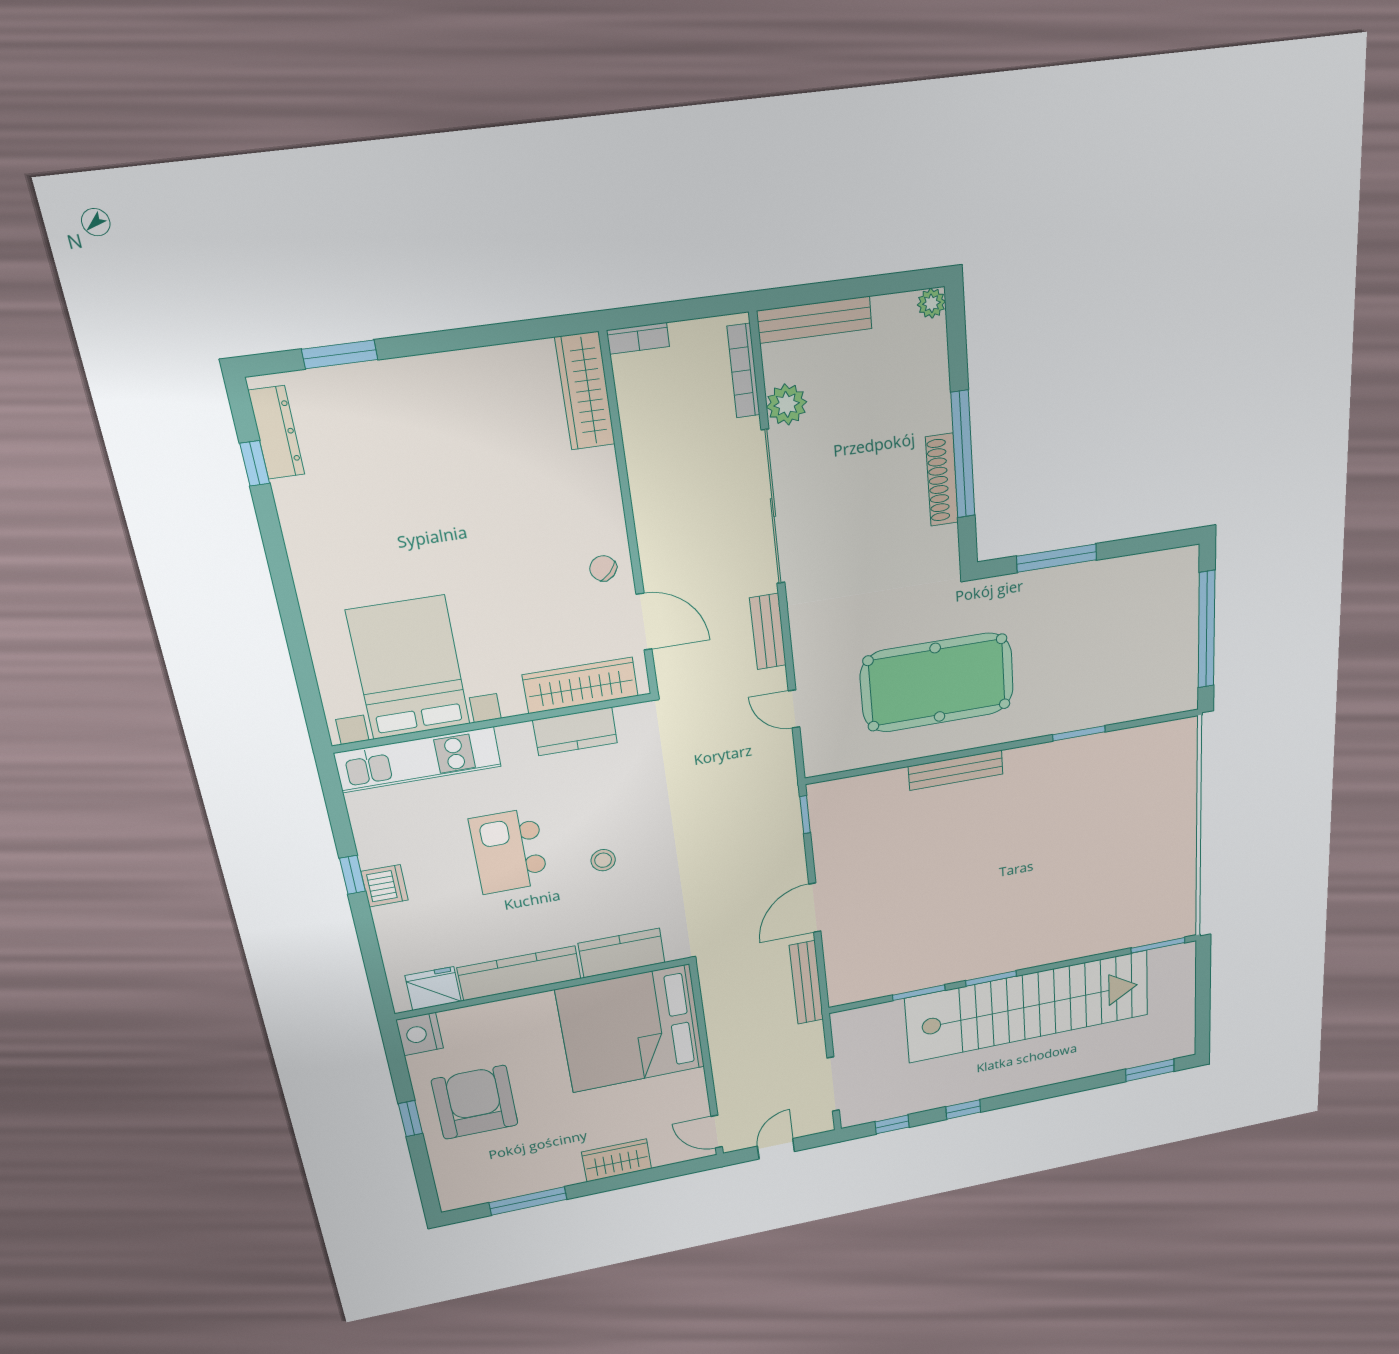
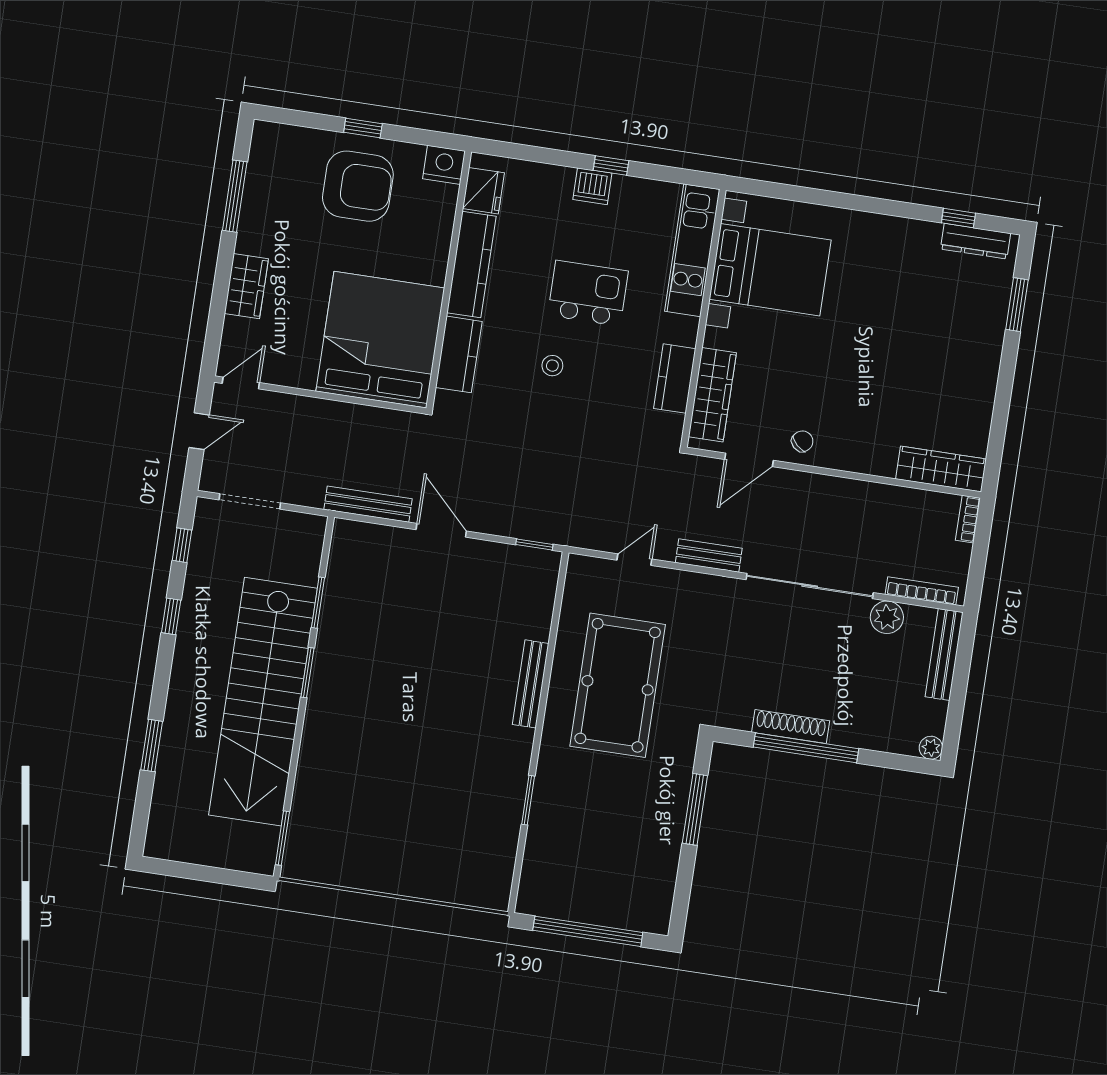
window: (1150, 1070) -> (152, 746), moved
door: (776, 1149) -> (199, 431), hinge flipped

